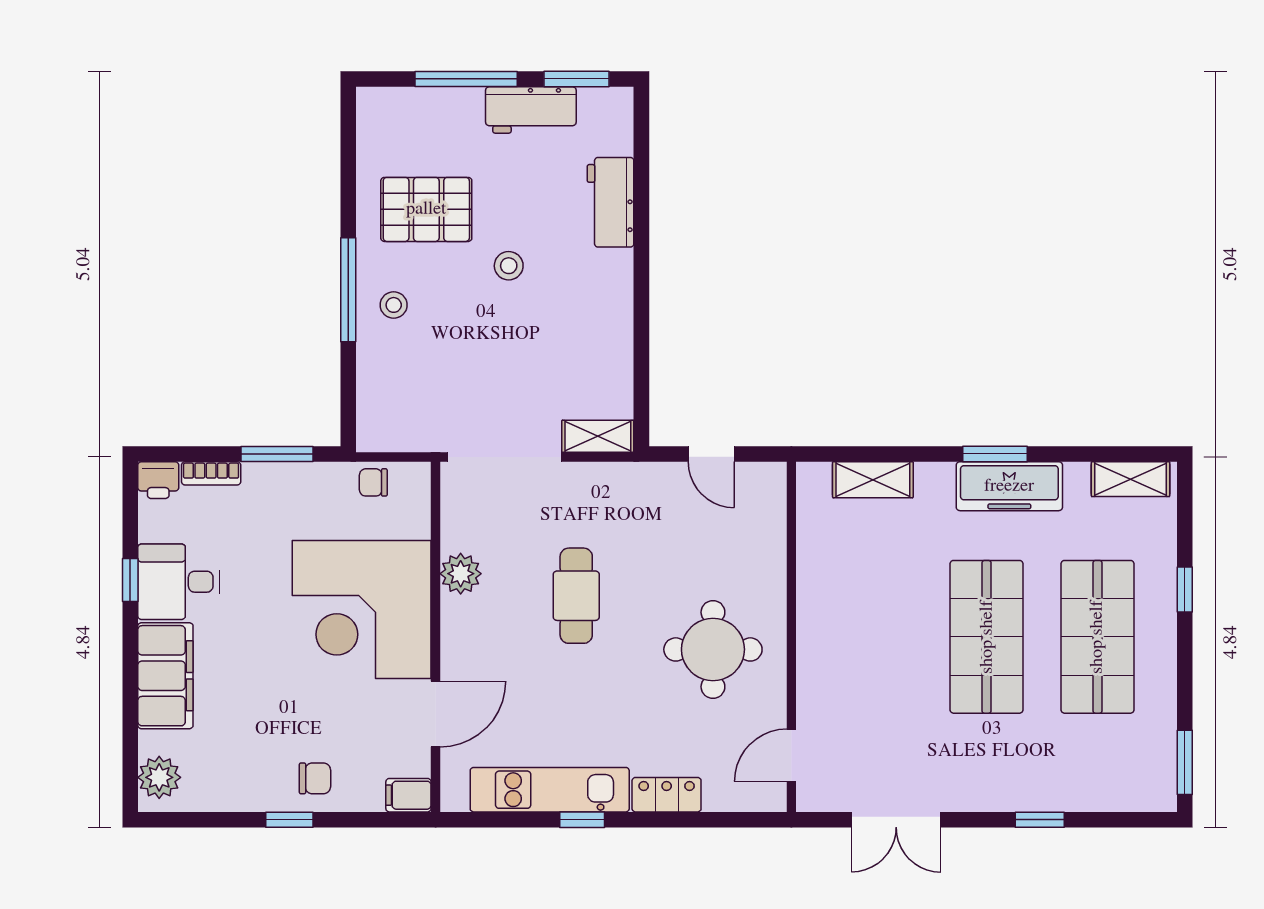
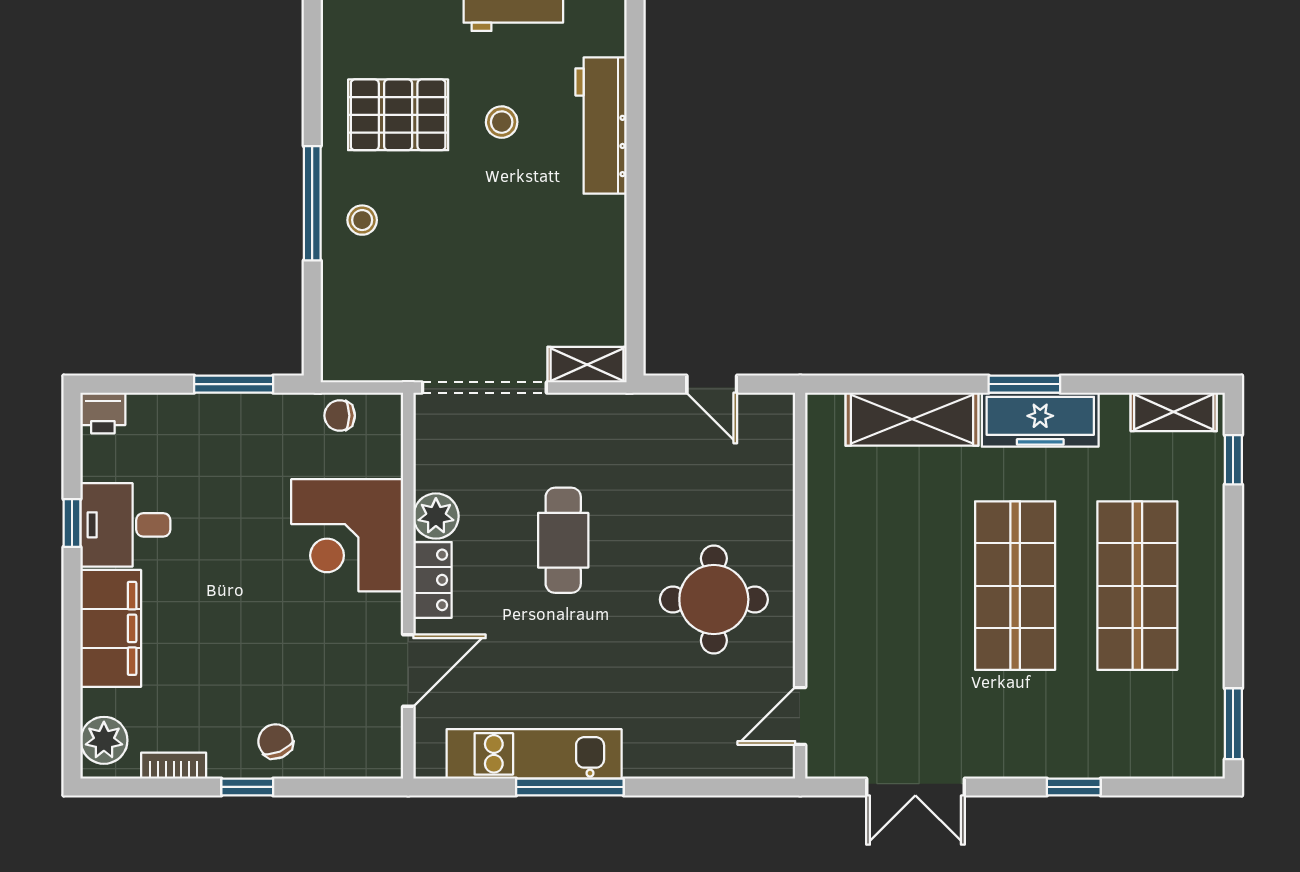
workbench: (611, 202) -> (601, 126), width x1.38
stool: (509, 266) -> (502, 122), moved
bookcase: (211, 473) -> (174, 766), moved, turned 180
shelving: (873, 480) -> (912, 419), width x1.50, depth x1.33
window: (1185, 589) -> (1233, 460), moved
corner desk: (362, 609) -> (347, 535), width x0.74, depth x0.74
chair: (315, 778) -> (276, 741), turned -113
filing cabinet: (408, 795) -> (378, 760), removed
locker: (667, 795) -> (432, 580), moved, turned 90
window: (582, 820) -> (570, 787), width x2.17

